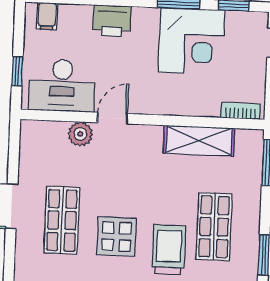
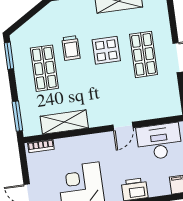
plant: (80, 134) -> (142, 112), removed
trolley: (169, 250) -> (71, 48), width x0.73, depth x0.72

